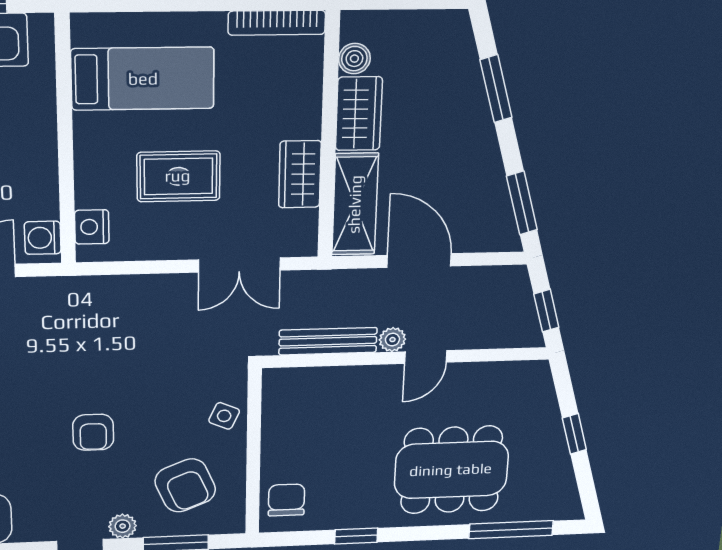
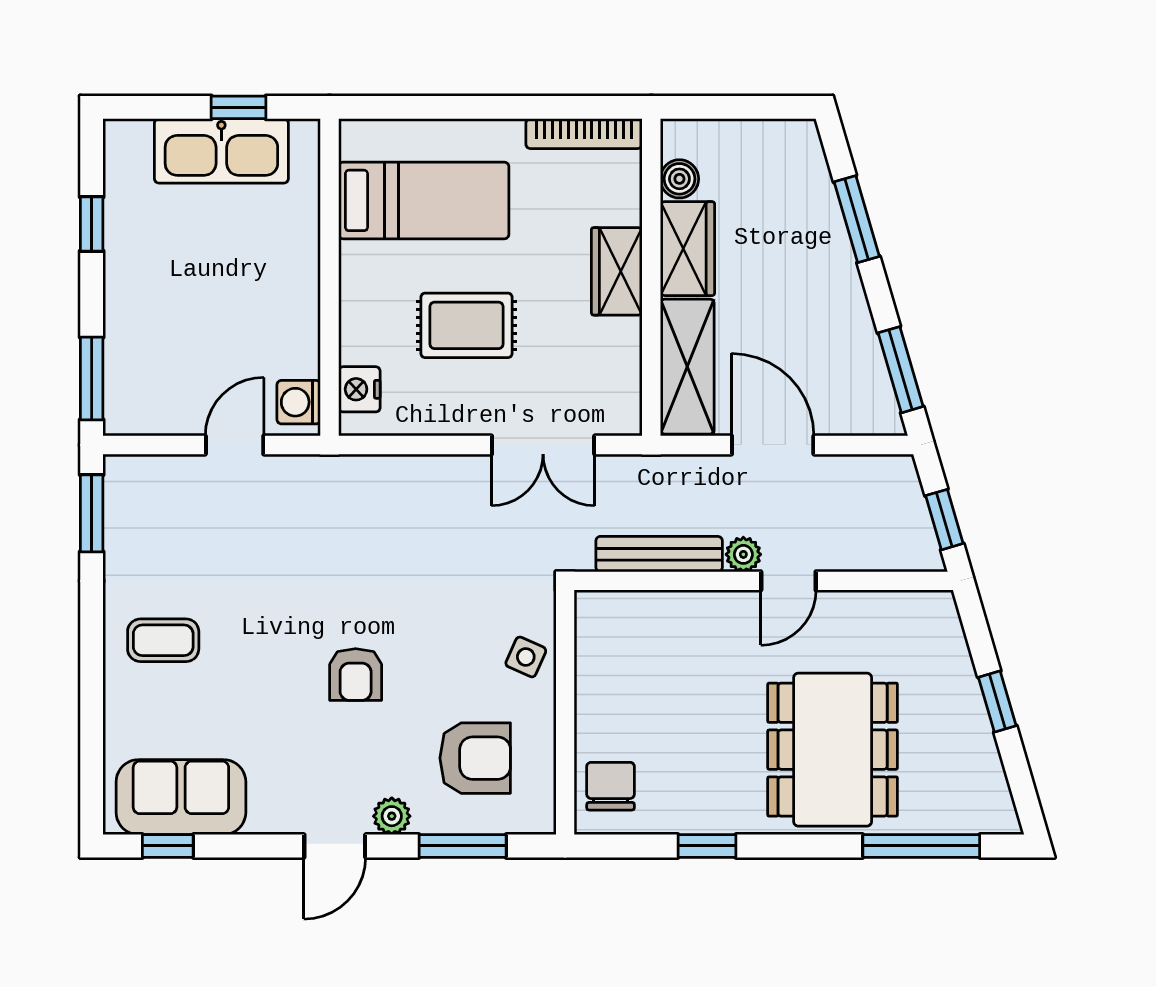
wardrobe: (300, 174) -> (617, 271), moved
dining table: (451, 470) -> (833, 750), turned 90
armchair: (185, 485) -> (475, 758), turned -67

